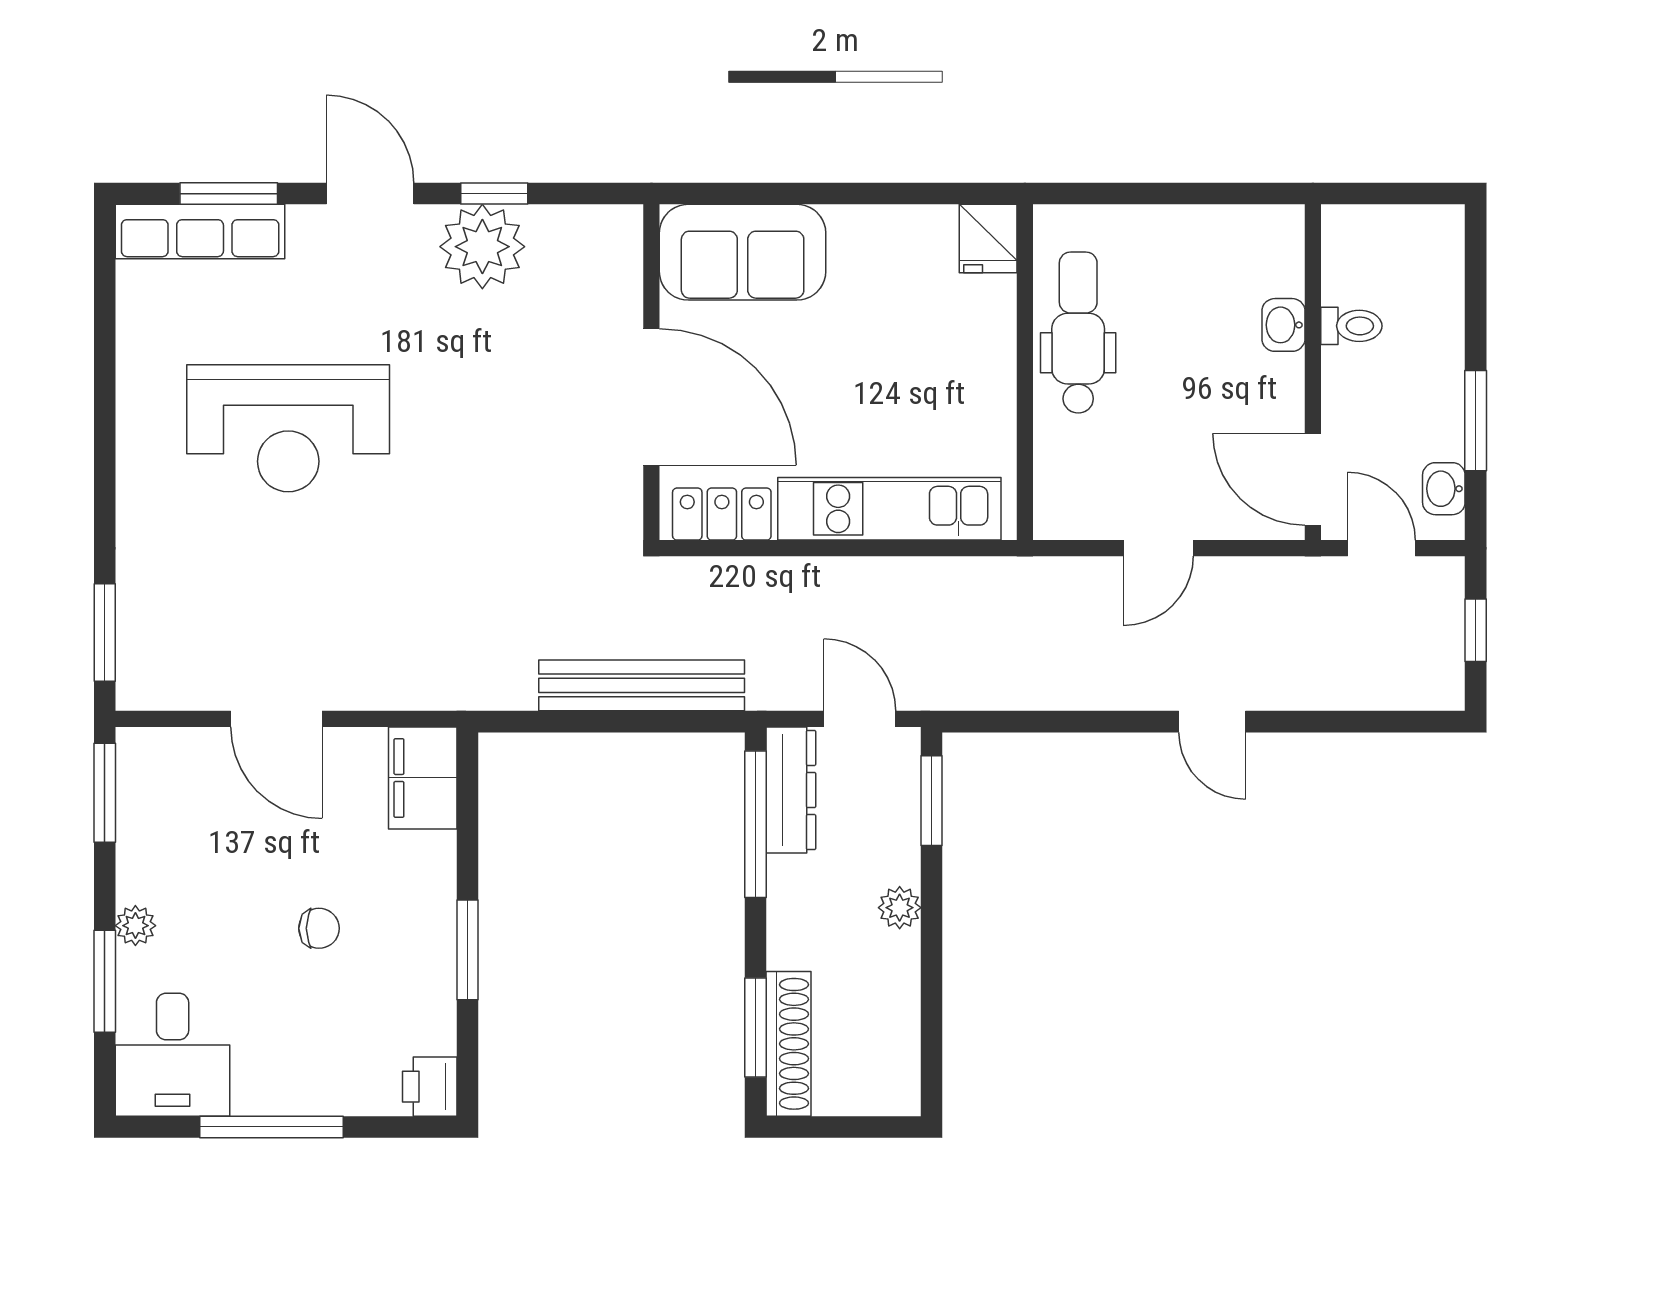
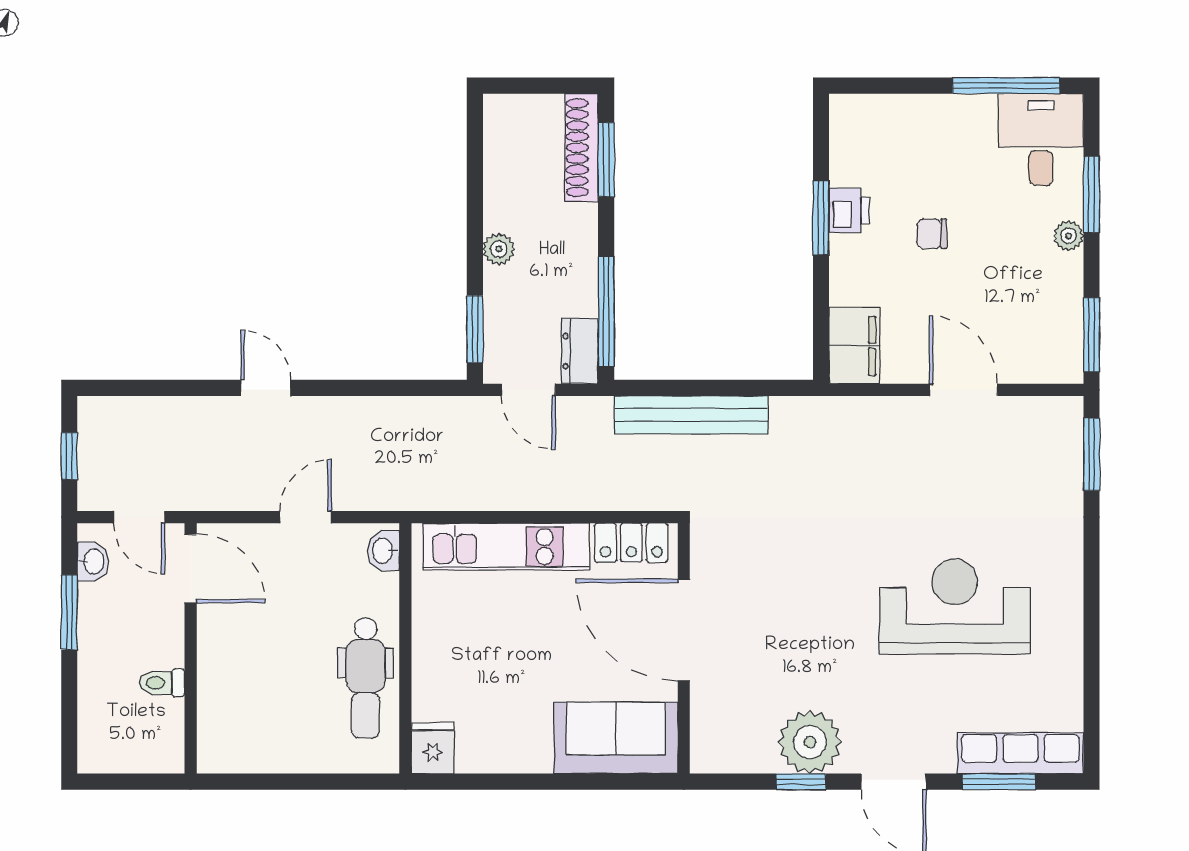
washbasin: (1283, 325) -> (383, 551), moved, turned 180
dresser: (791, 790) -> (580, 351), width x0.70
printer: (430, 1087) -> (849, 211), moved
window: (271, 1127) -> (1006, 86), moved

